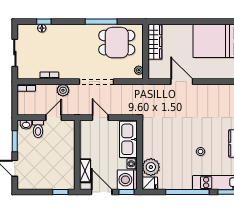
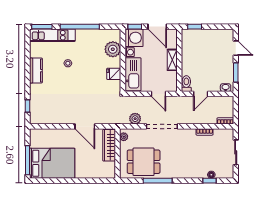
wardrobe: (155, 42) -> (109, 145), moved
plant: (63, 90) -> (135, 119), moved
toilet: (38, 129) -> (186, 84), moved
shelving: (85, 171) -> (172, 60), moved
fridge: (150, 183) -> (114, 74), moved

